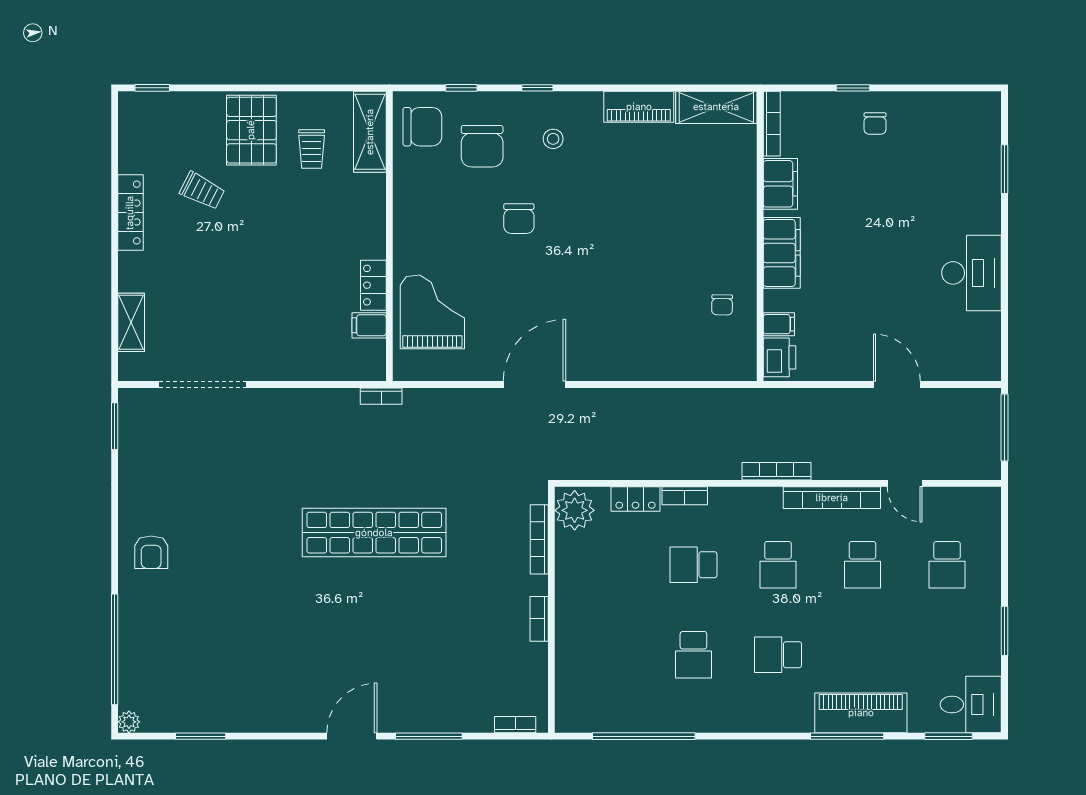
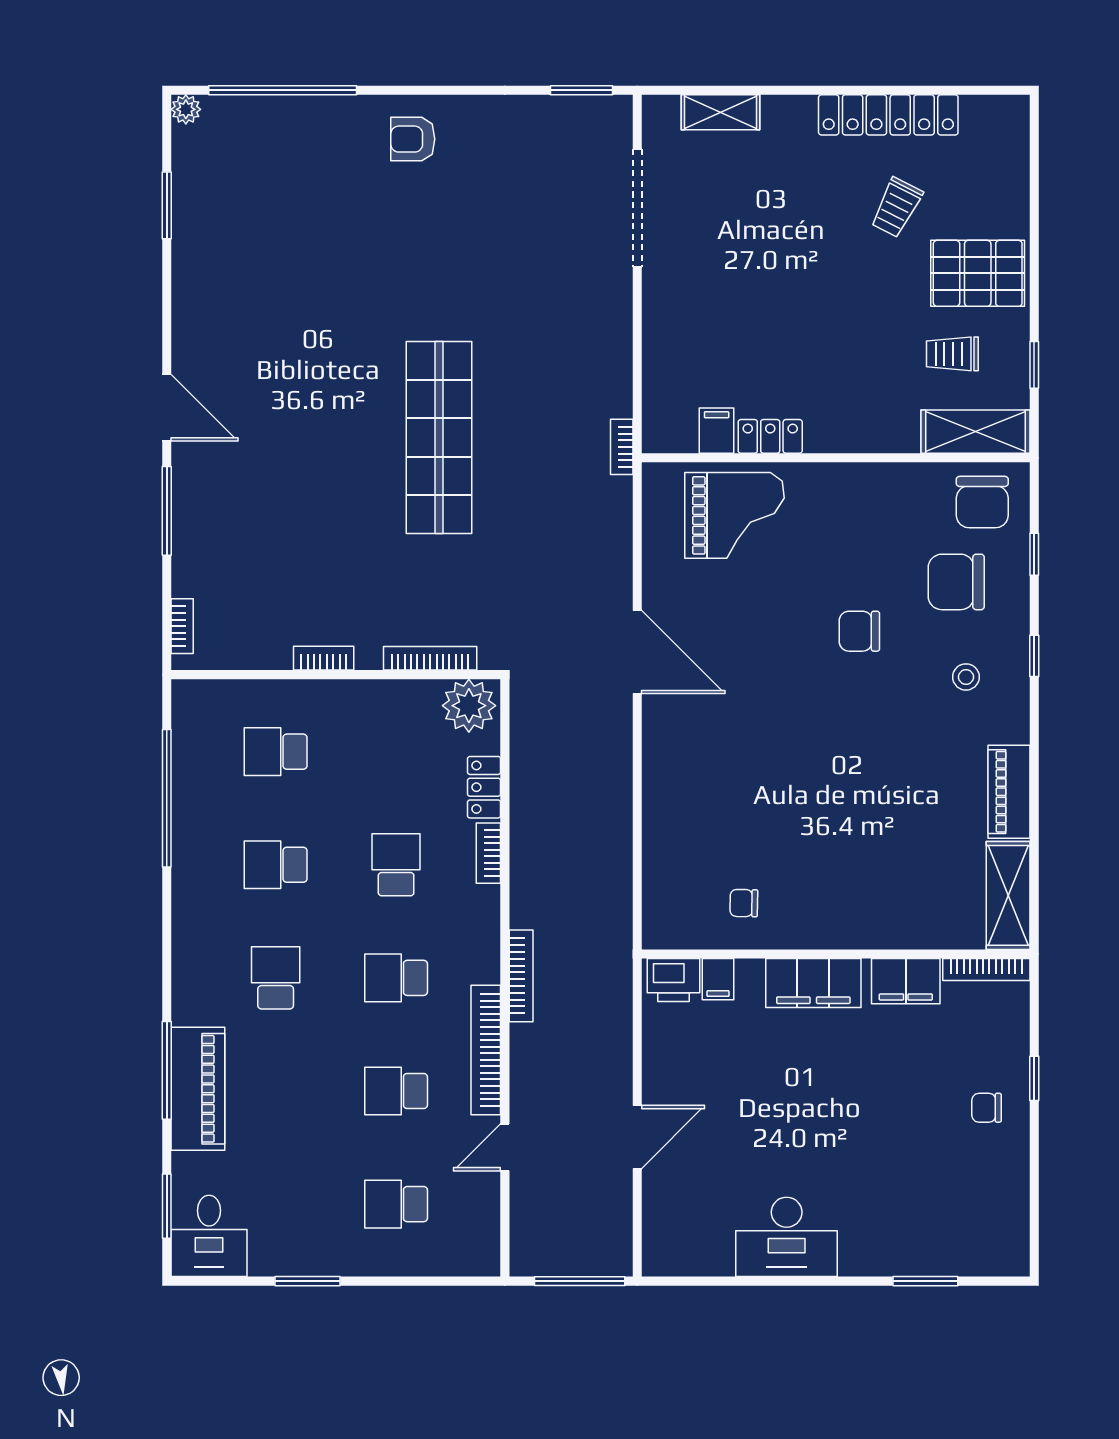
window: (152, 88) -> (1034, 365), moved
locker: (130, 213) -> (888, 115), width x1.41, depth x1.21
school desk: (609, 655) -> (276, 752), added

